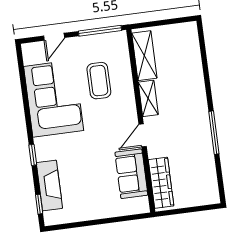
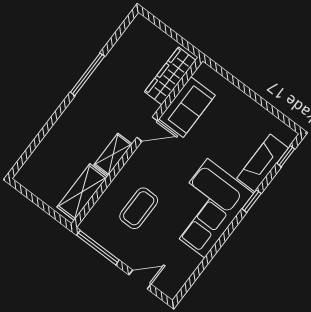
corner sofa: (54, 99) -> (206, 208), moved

